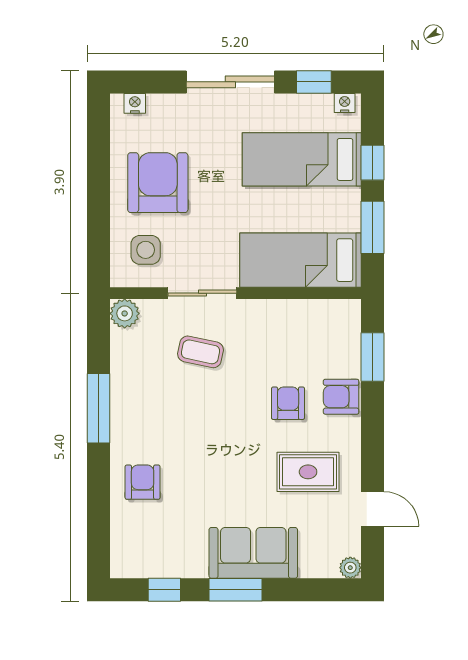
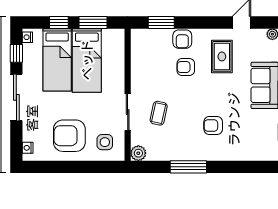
bed: (300, 260) -> (87, 60), moved
armchair: (143, 482) -> (213, 126), moved

